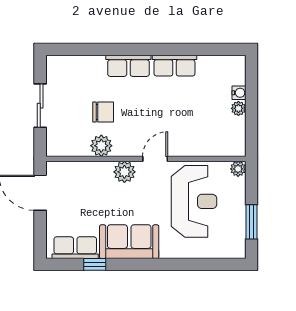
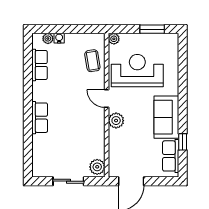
row of seats: (174, 66) -> (40, 65), moved
plant: (238, 108) -> (48, 39), moved
chair: (103, 112) -> (73, 136), removed
coffee table: (208, 139) -> (92, 61), added
plant: (101, 146) -> (97, 167), moved

